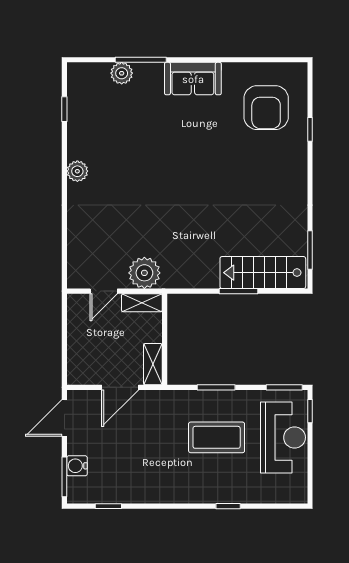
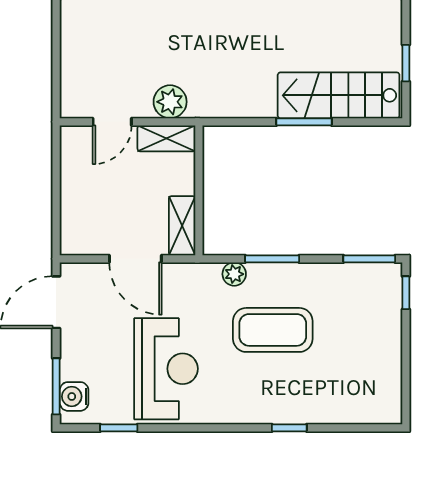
window: (310, 250) -> (406, 63), width x0.67
plant: (144, 273) -> (170, 102), width x0.73, depth x0.73
door: (120, 387) -> (135, 259), hinge flipped
plant: (189, 398) -> (234, 274), added
reception desk: (283, 437) -> (166, 369), moved
water cooler: (77, 466) -> (74, 396), moved

